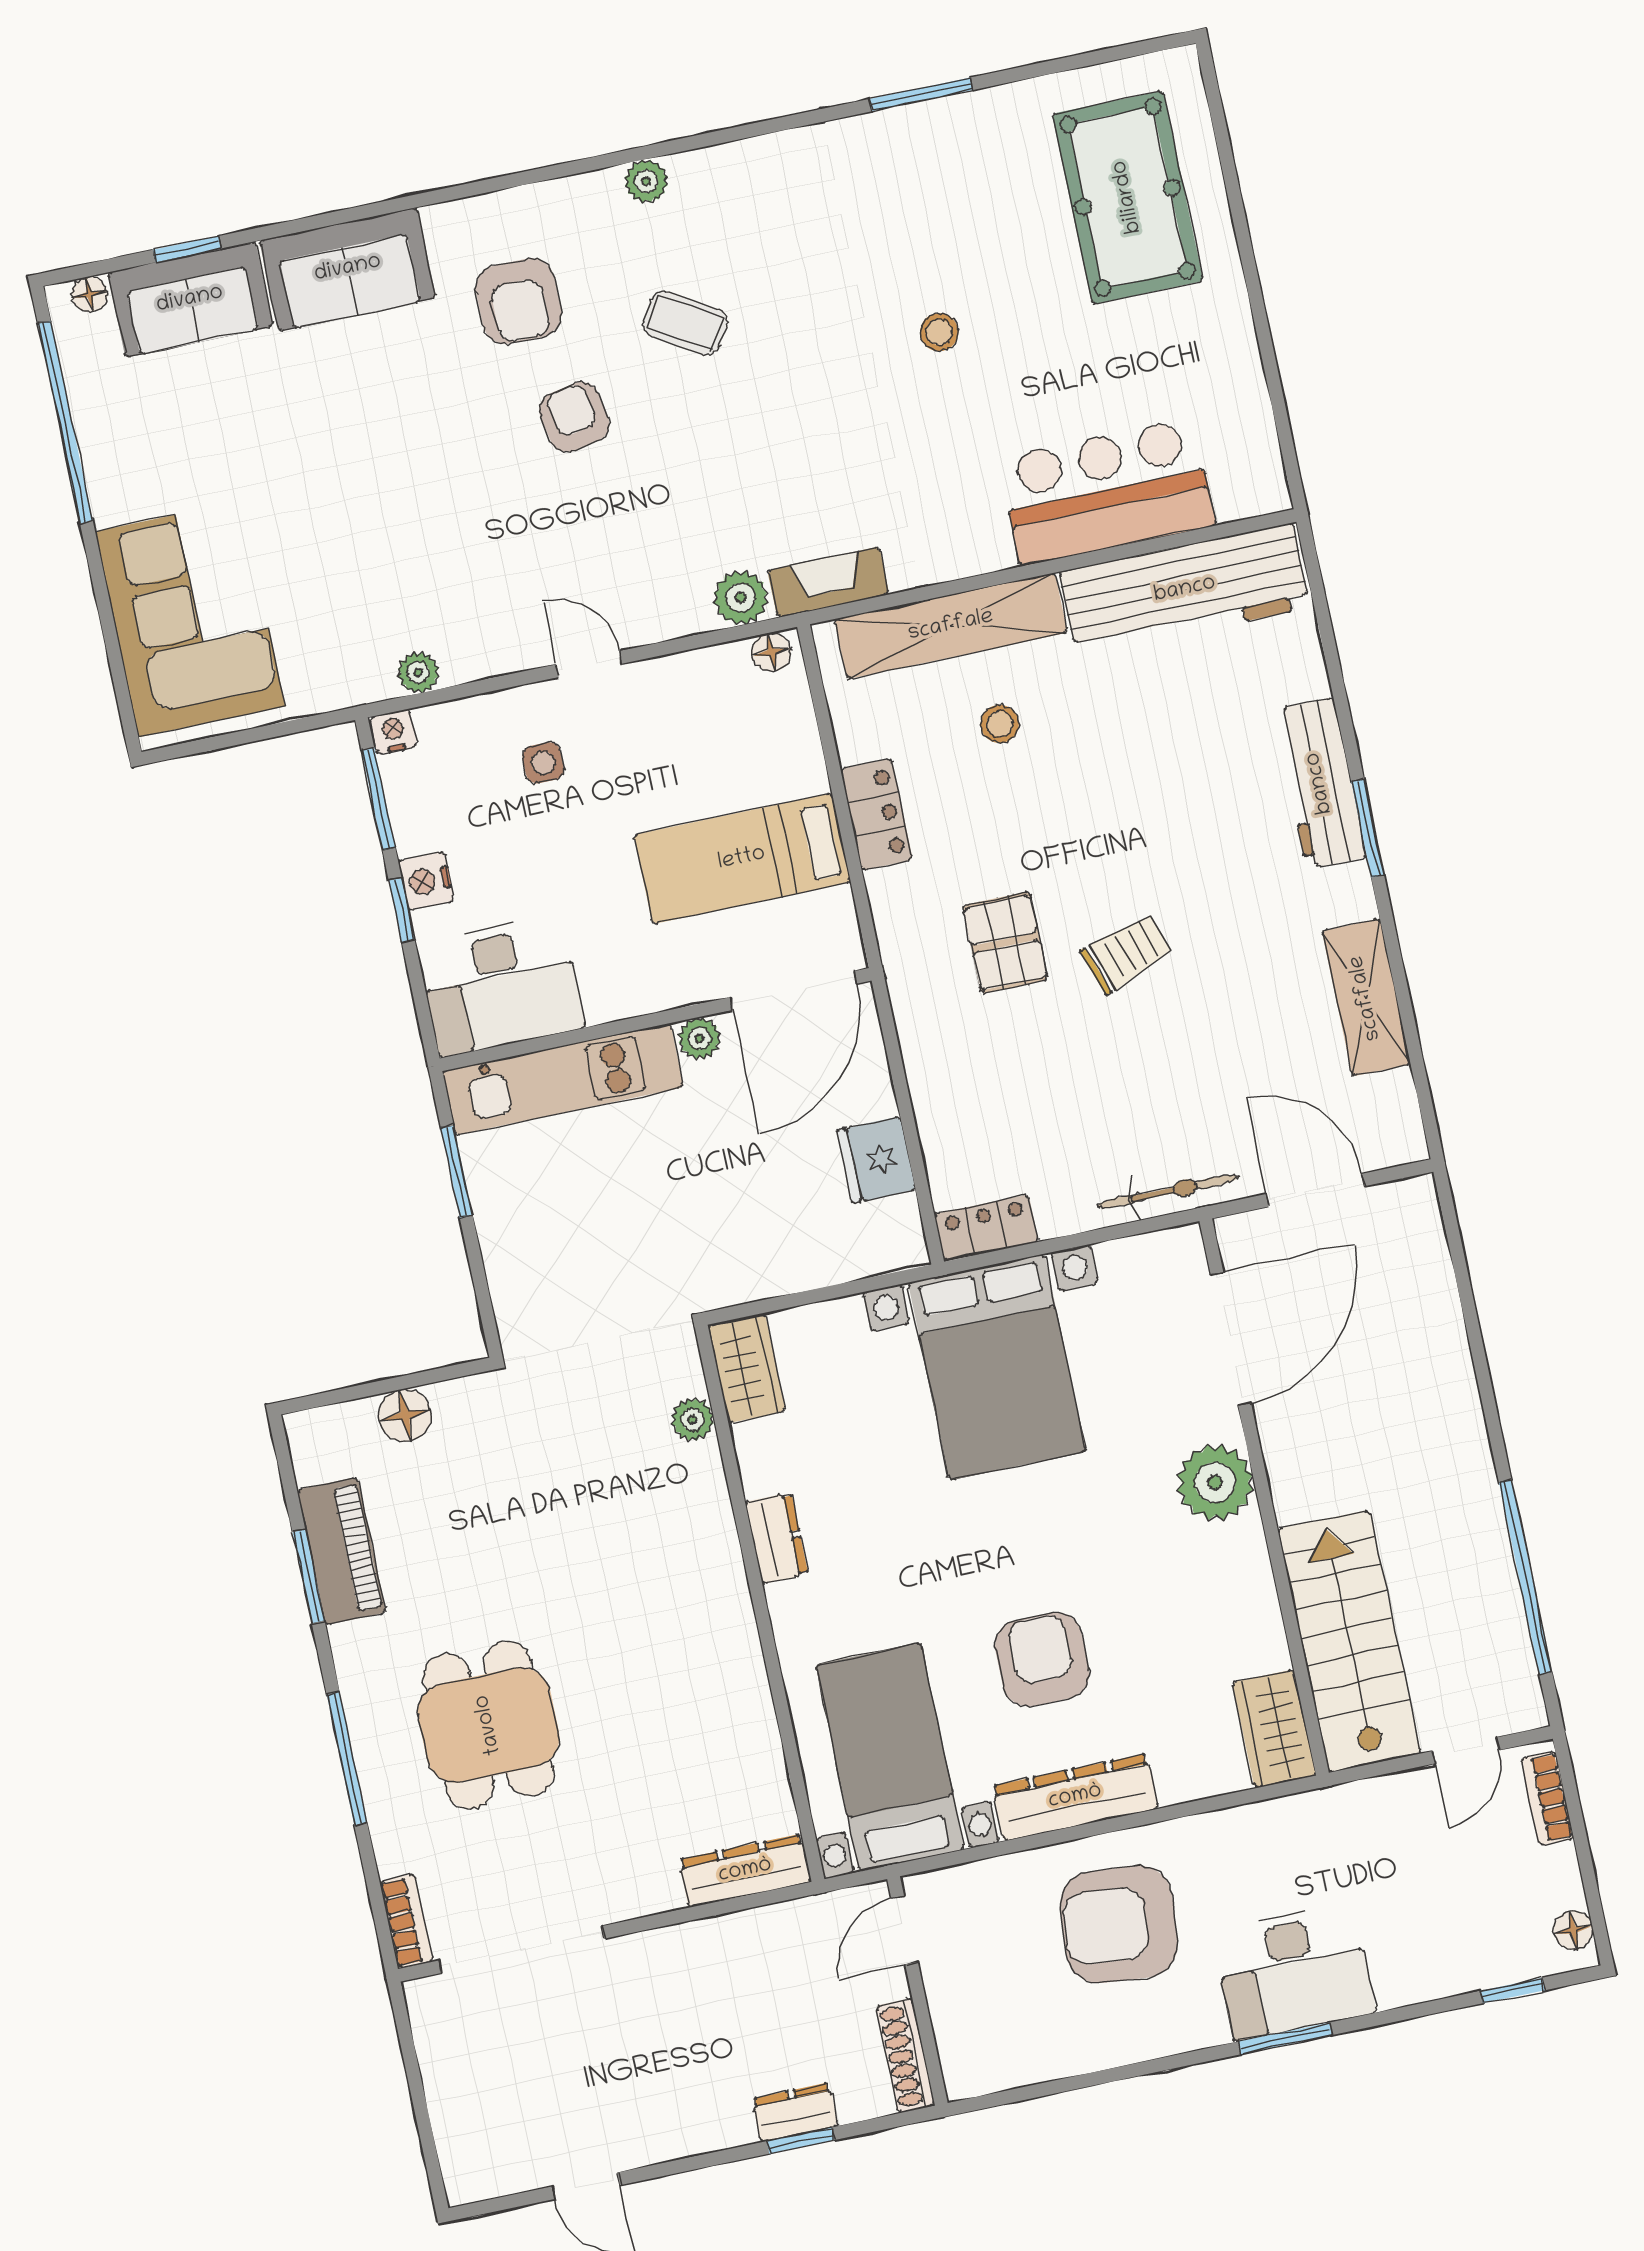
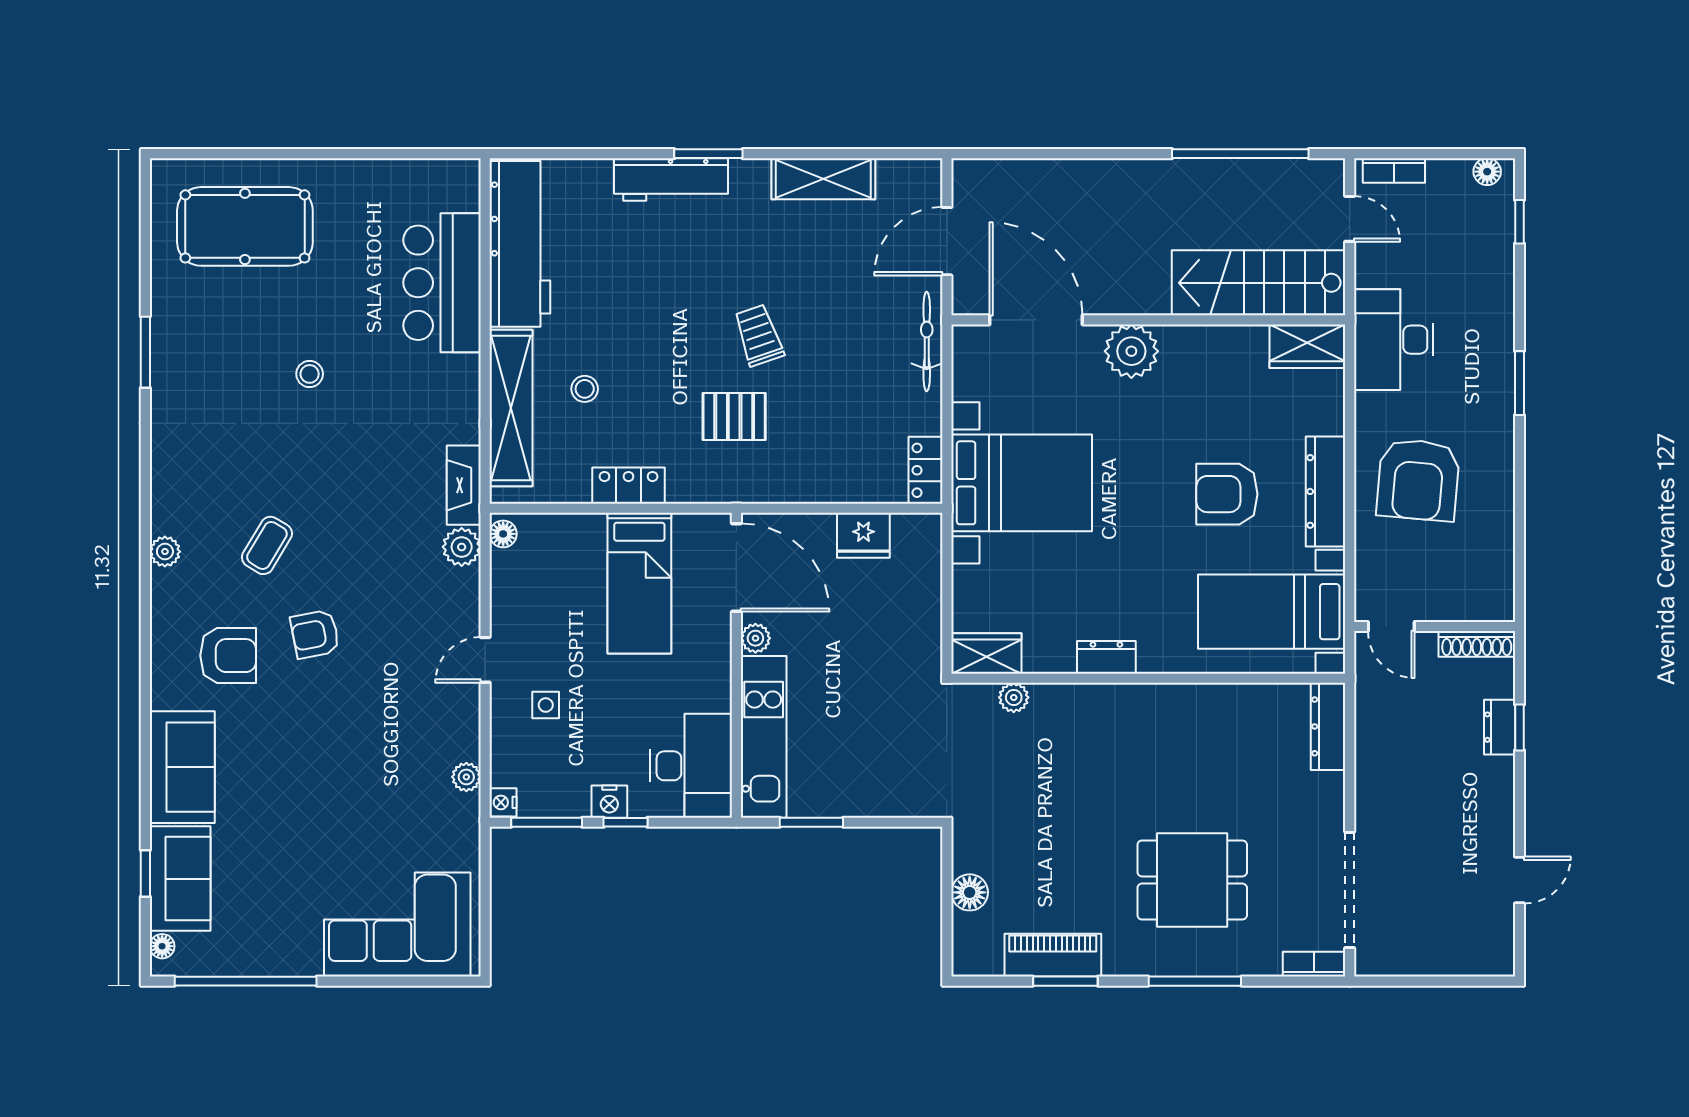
desk: (1294, 1972) -> (1394, 340), moved, turned 180

